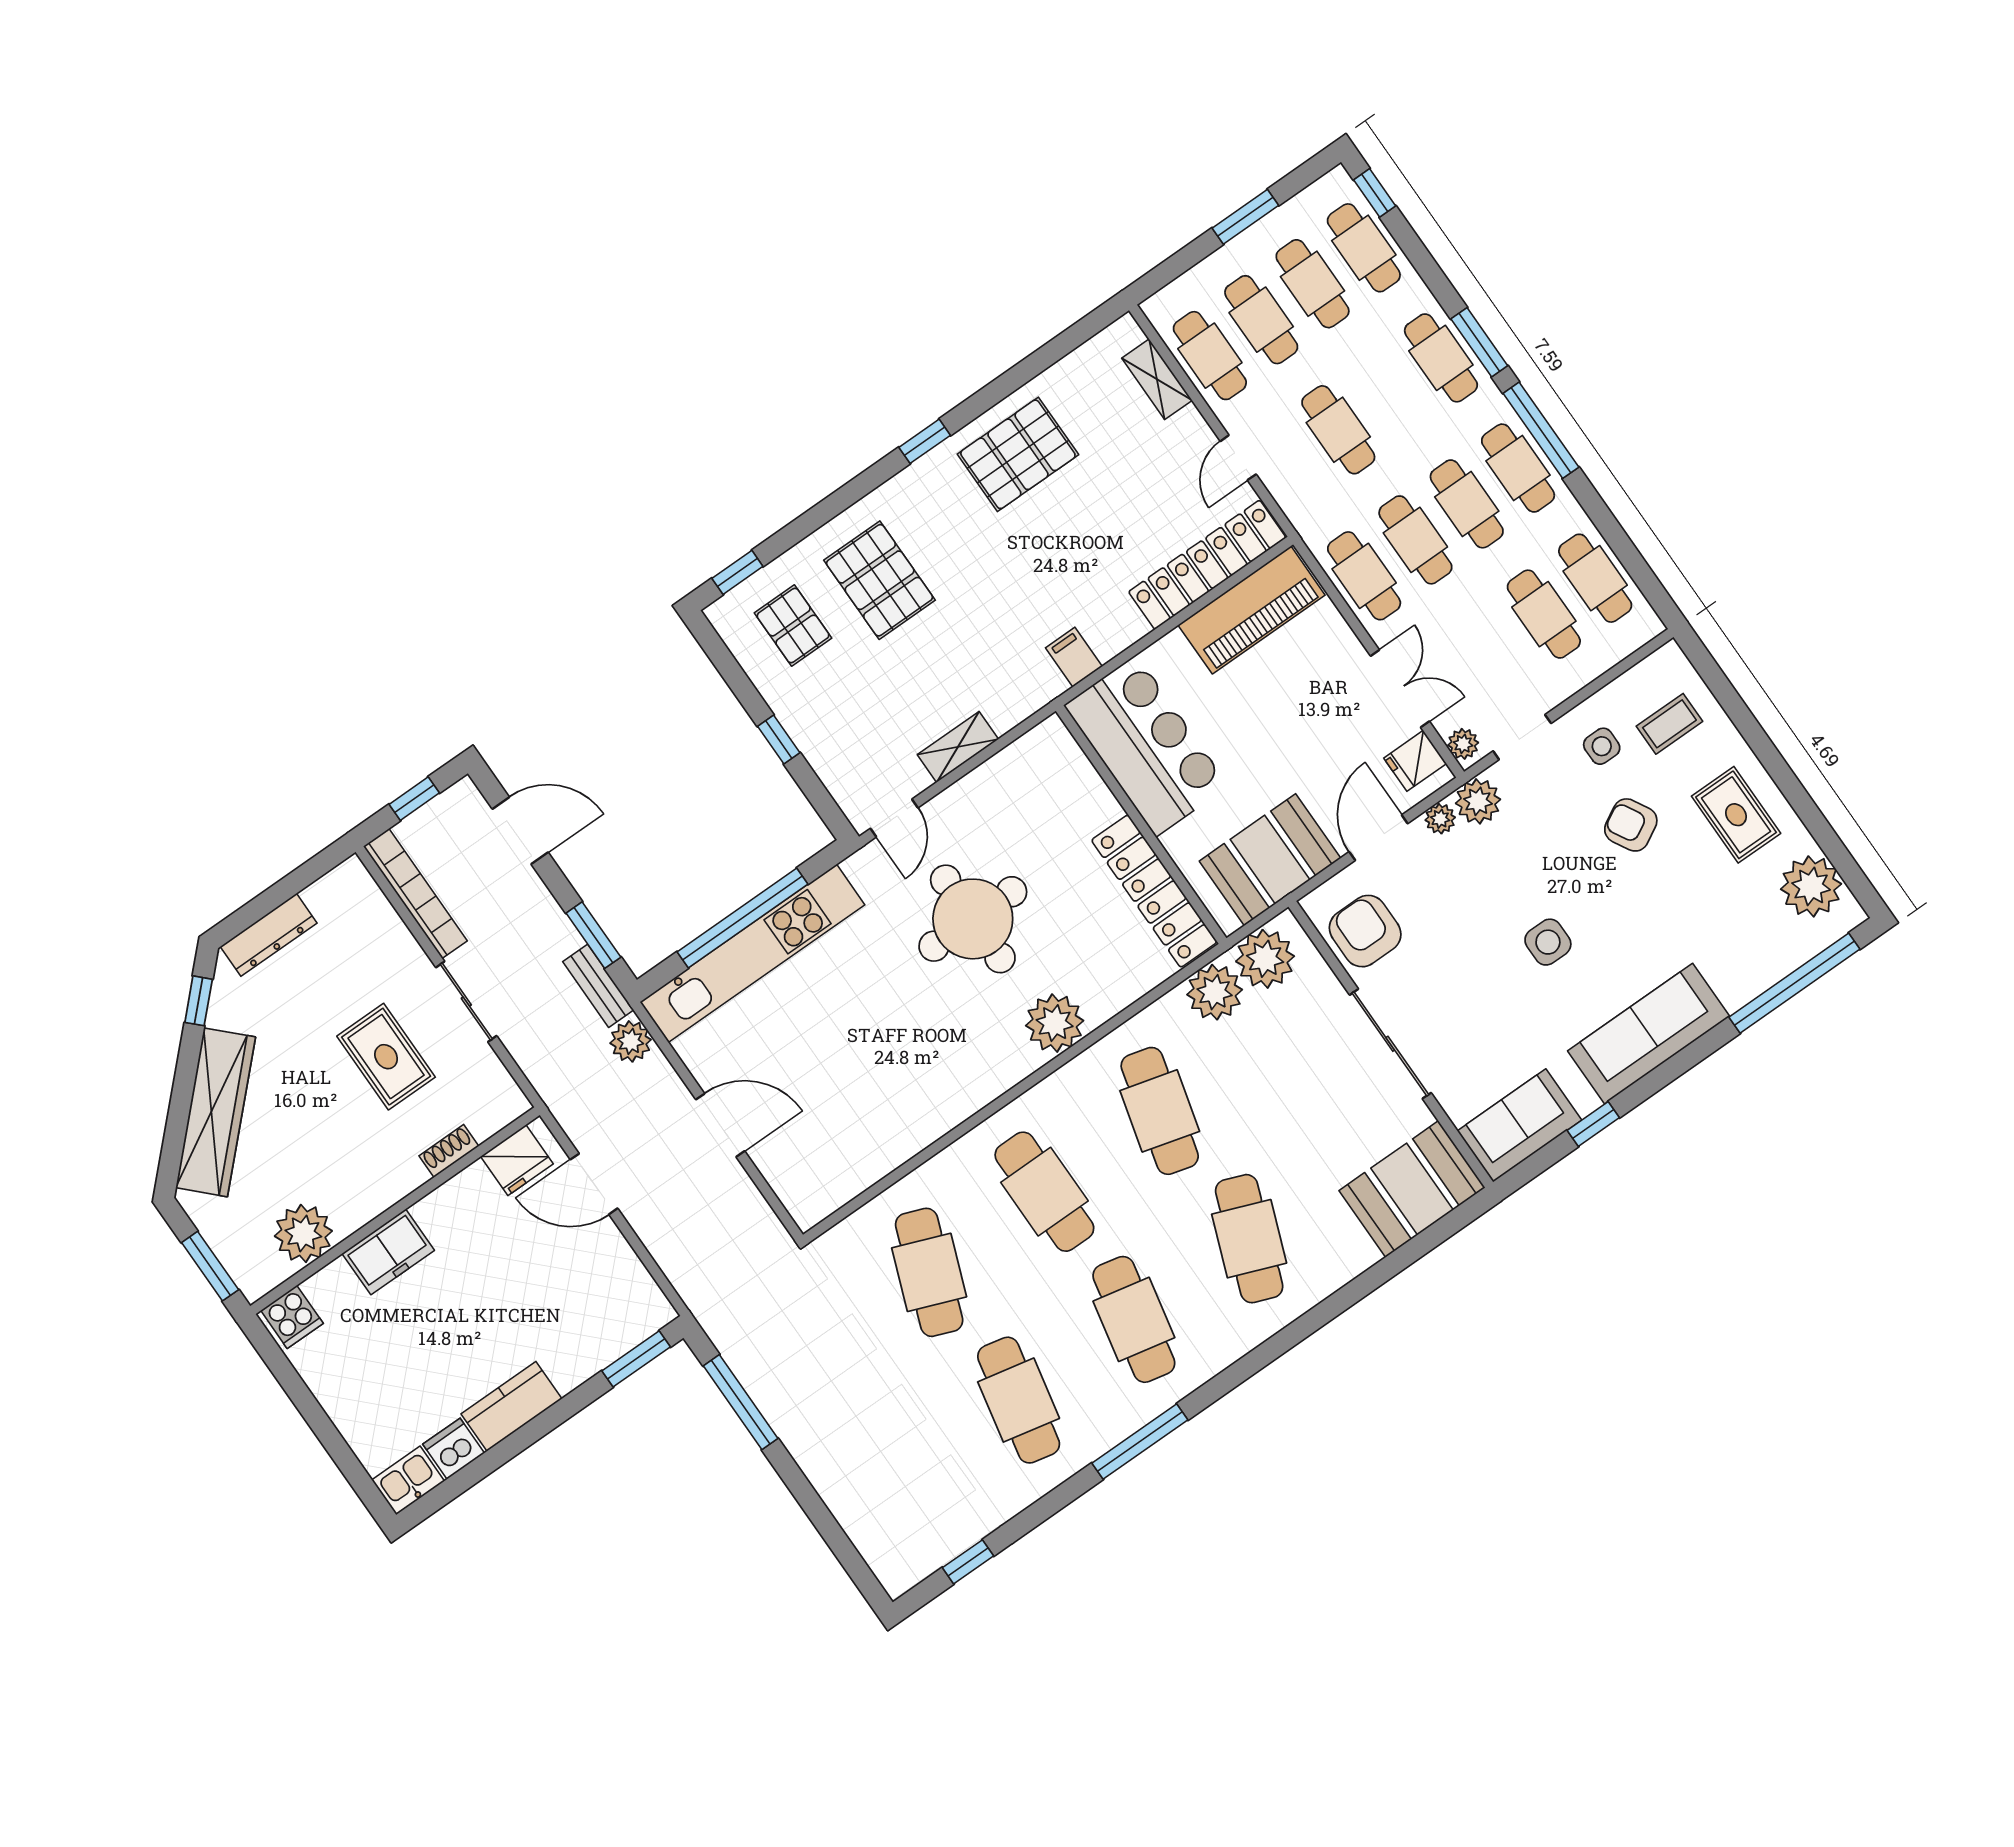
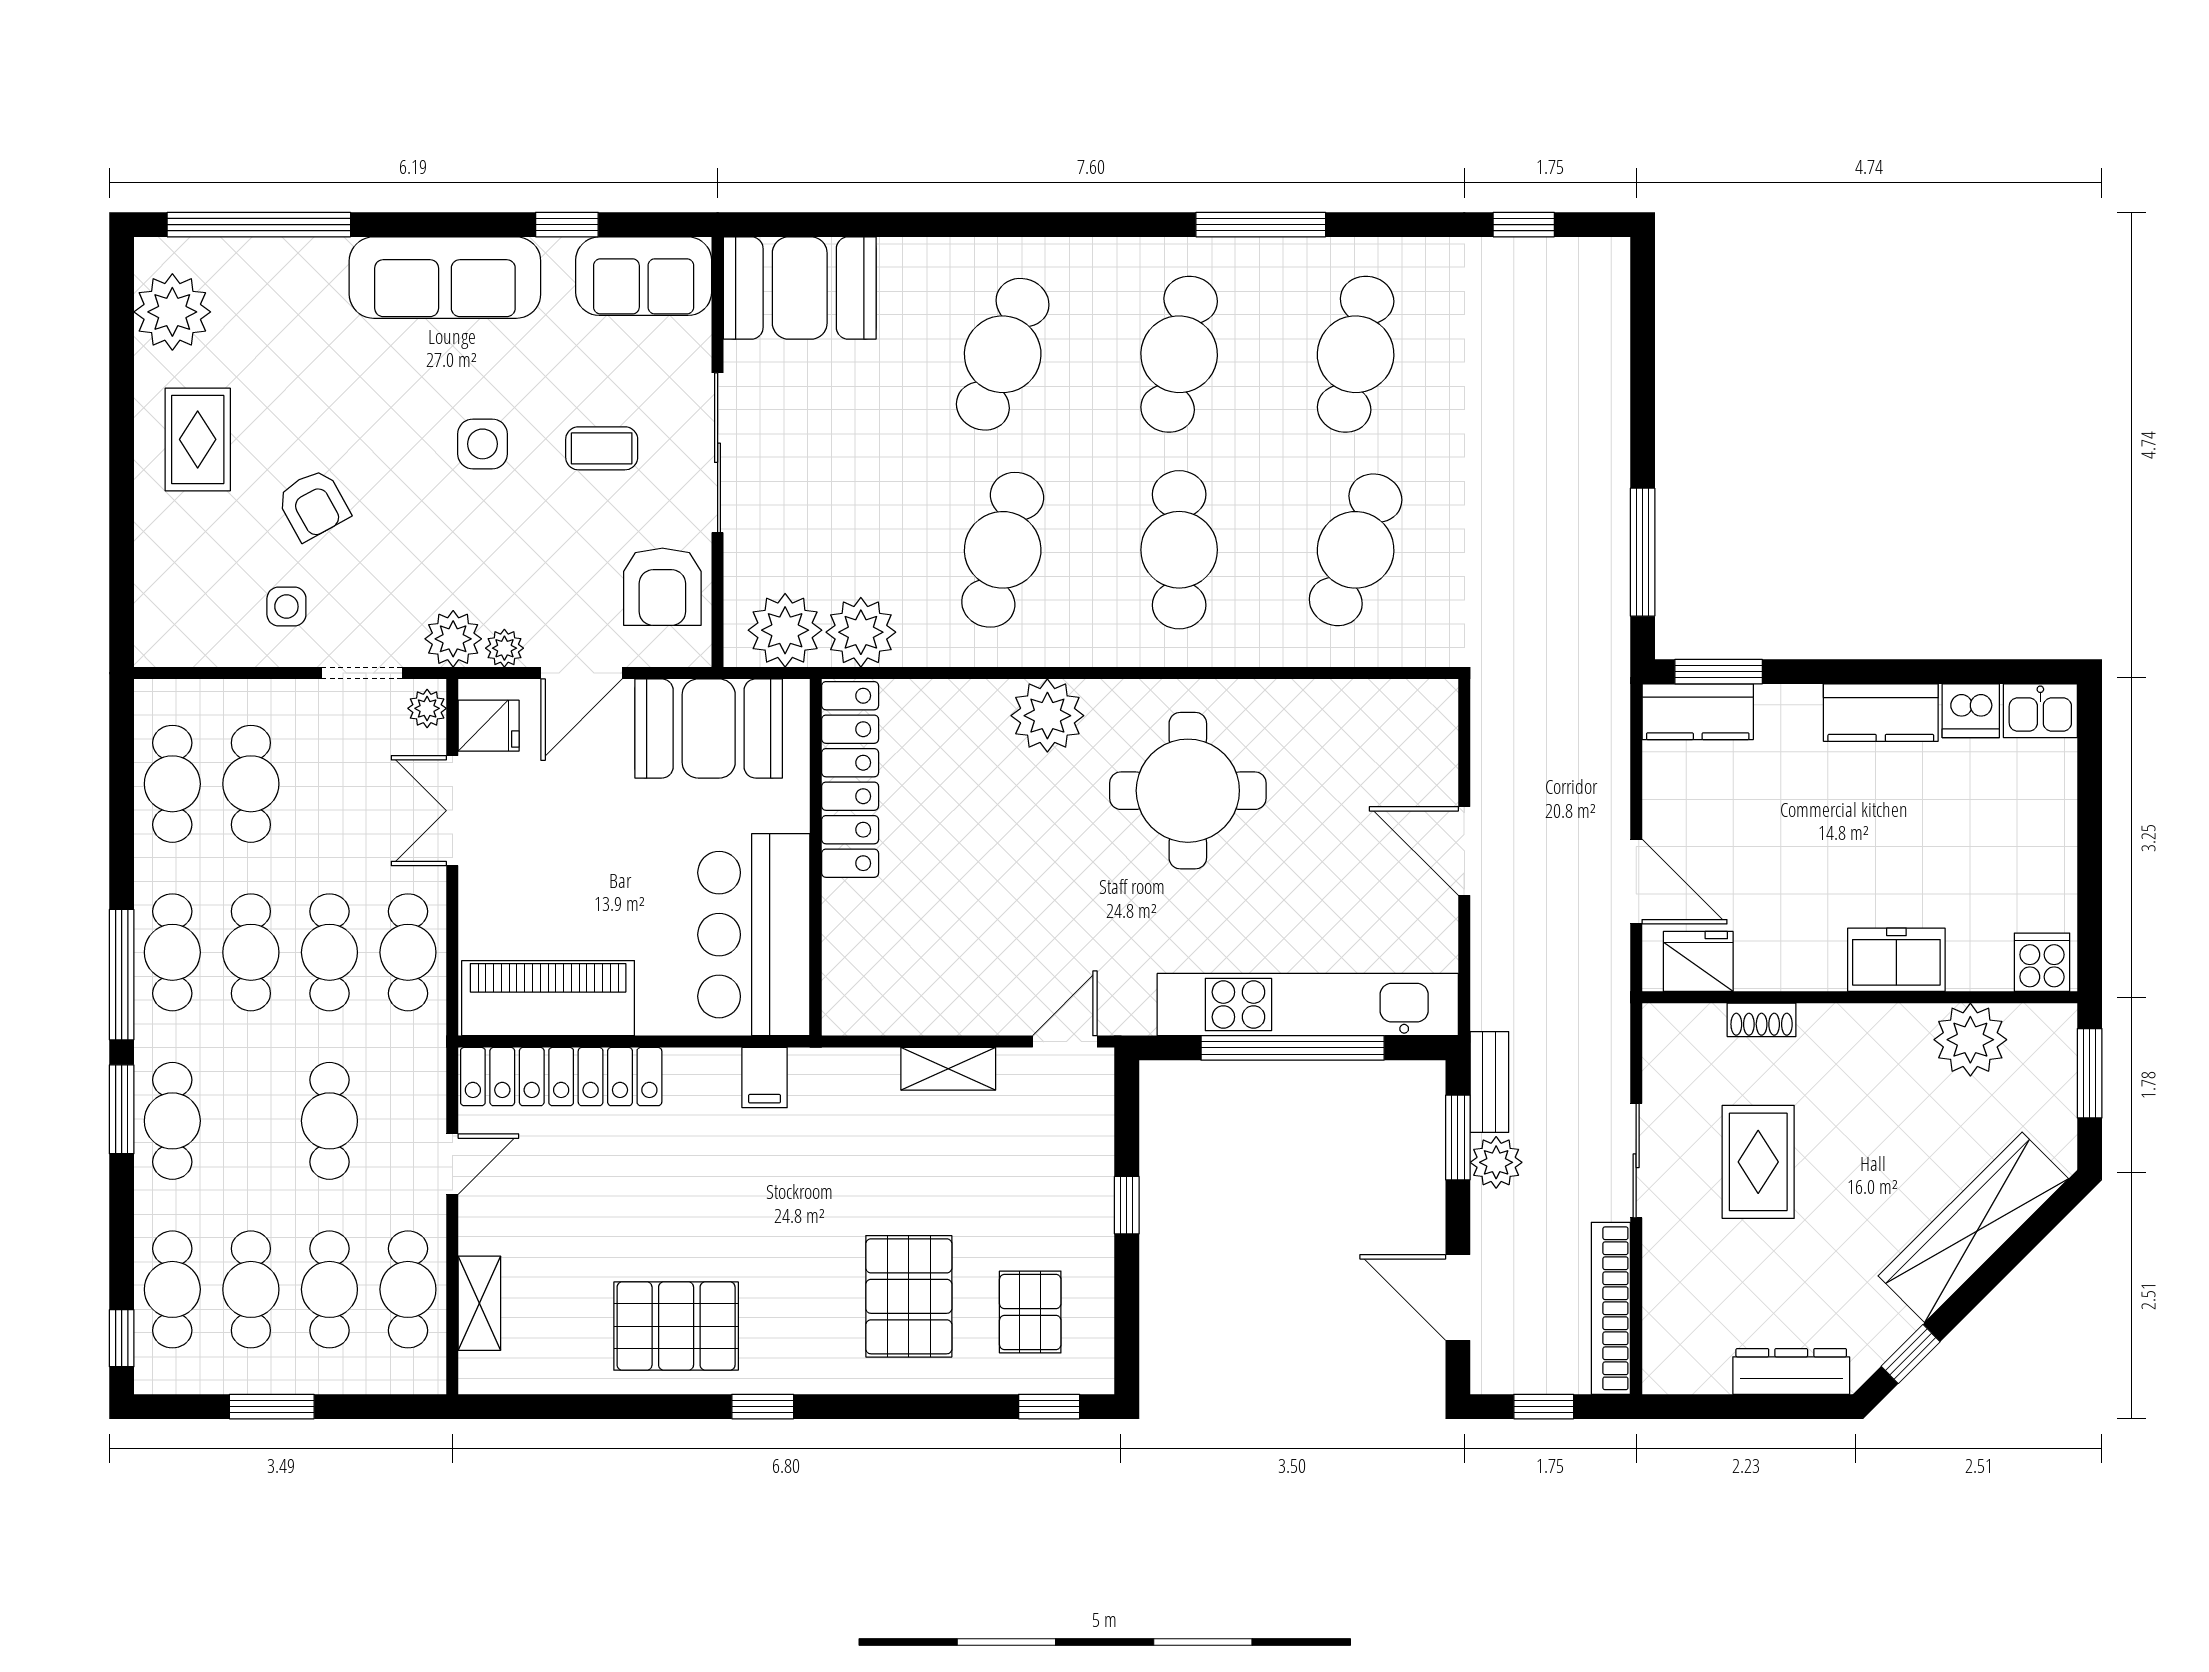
coffee table: (1669, 724) -> (602, 448), moved
round table: (973, 919) -> (1188, 791), moved
plant: (631, 1041) -> (1496, 1162), moved
kitchen counter: (632, 1323) -> (1698, 712), added

